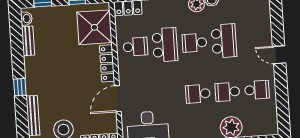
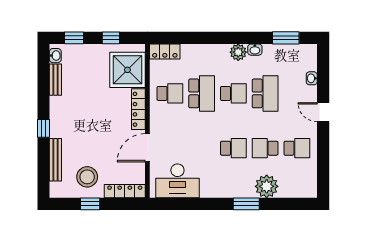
washbasin: (266, 24) -> (312, 78), added
school desk: (194, 43) -> (233, 93), turned 180
school desk: (198, 94) -> (233, 148), turned 180

